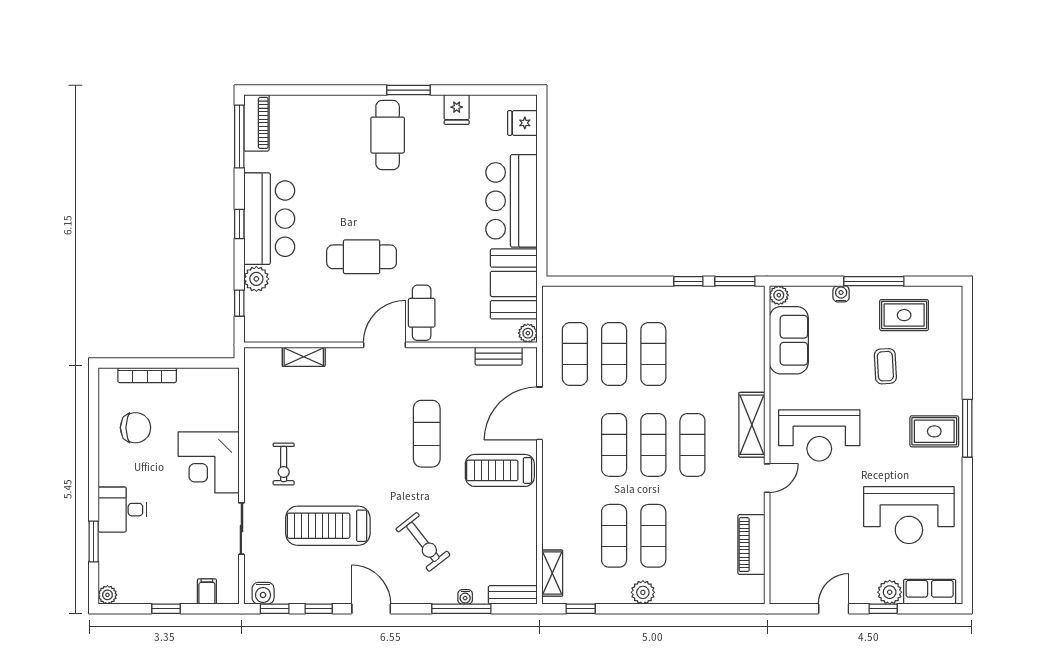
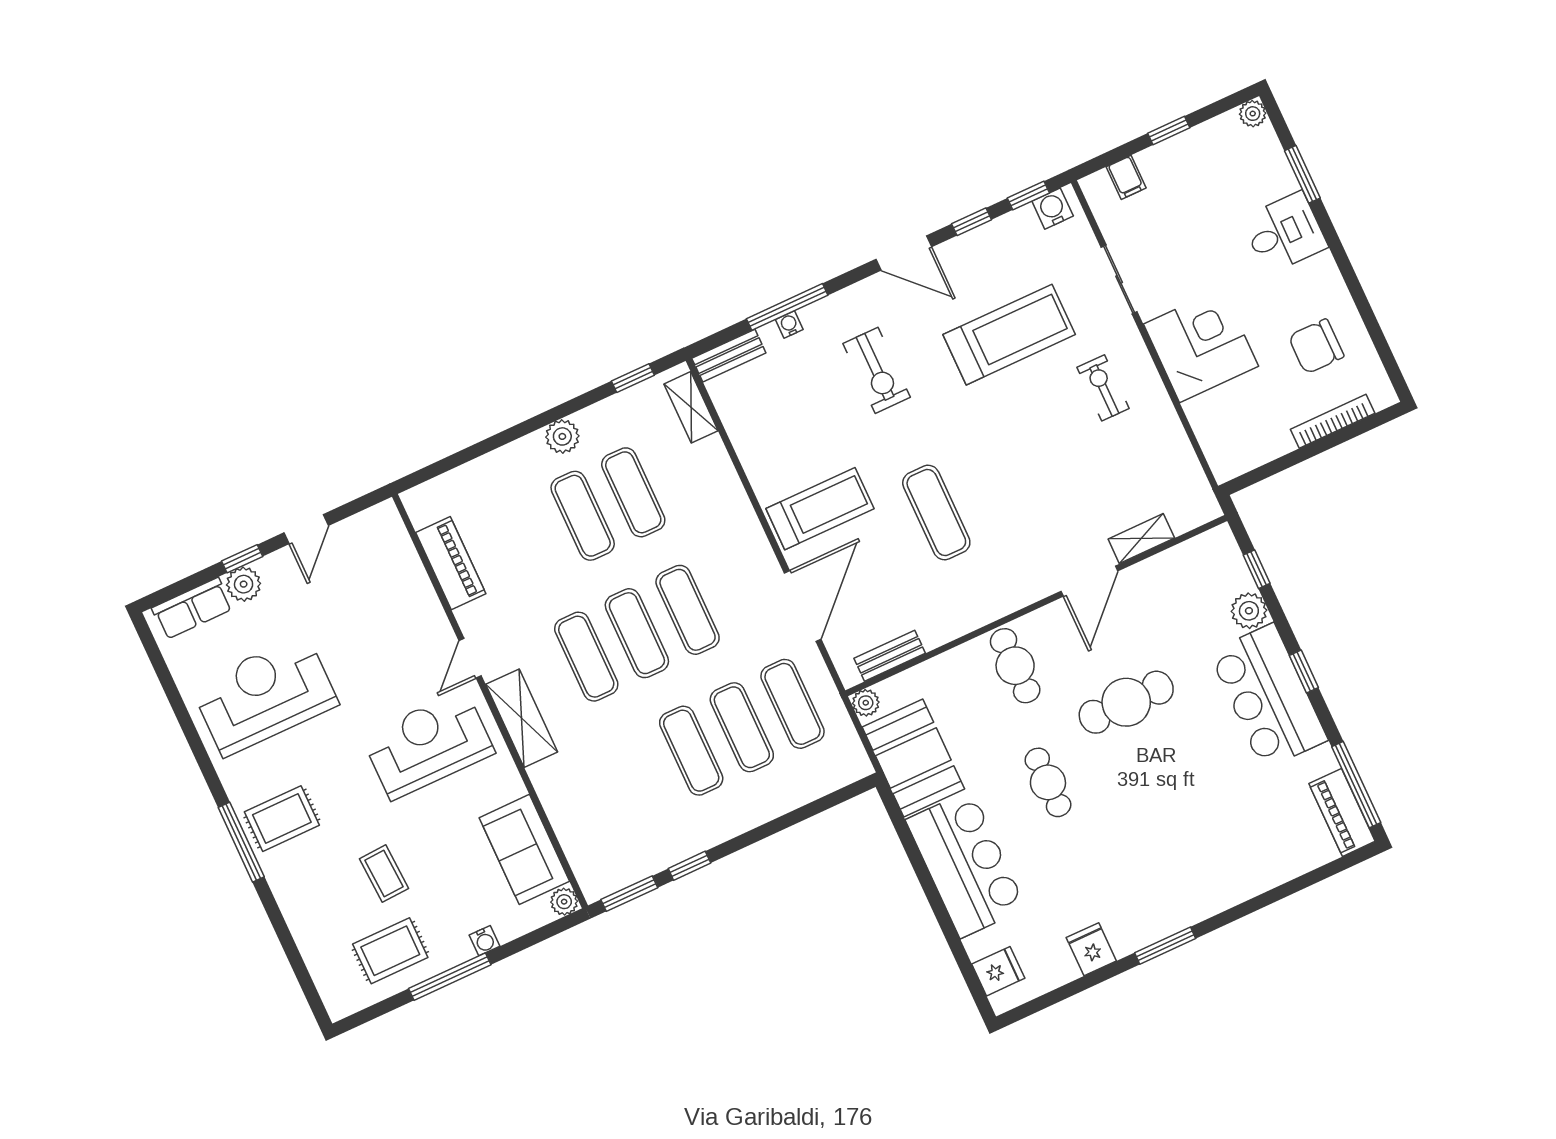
cafe table: (388, 135) -> (1048, 782), moved, width x0.73, depth x0.74
door: (384, 345) -> (1089, 581), moved
exercise bike: (423, 542) -> (877, 370), turned -142

